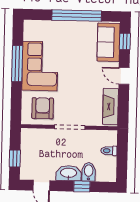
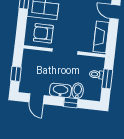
armchair: (43, 108) -> (43, 33), turned -90
window: (122, 155) -> (107, 79), added

